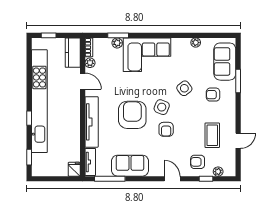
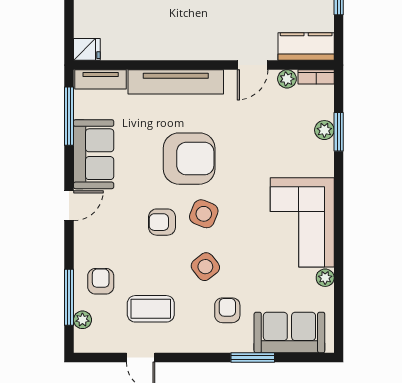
corner sofa: (147, 55) -> (302, 222), moved
side table: (184, 88) -> (205, 267), moved
door: (172, 179) -> (69, 206), moved
window: (206, 179) -> (69, 297), width x2.17

